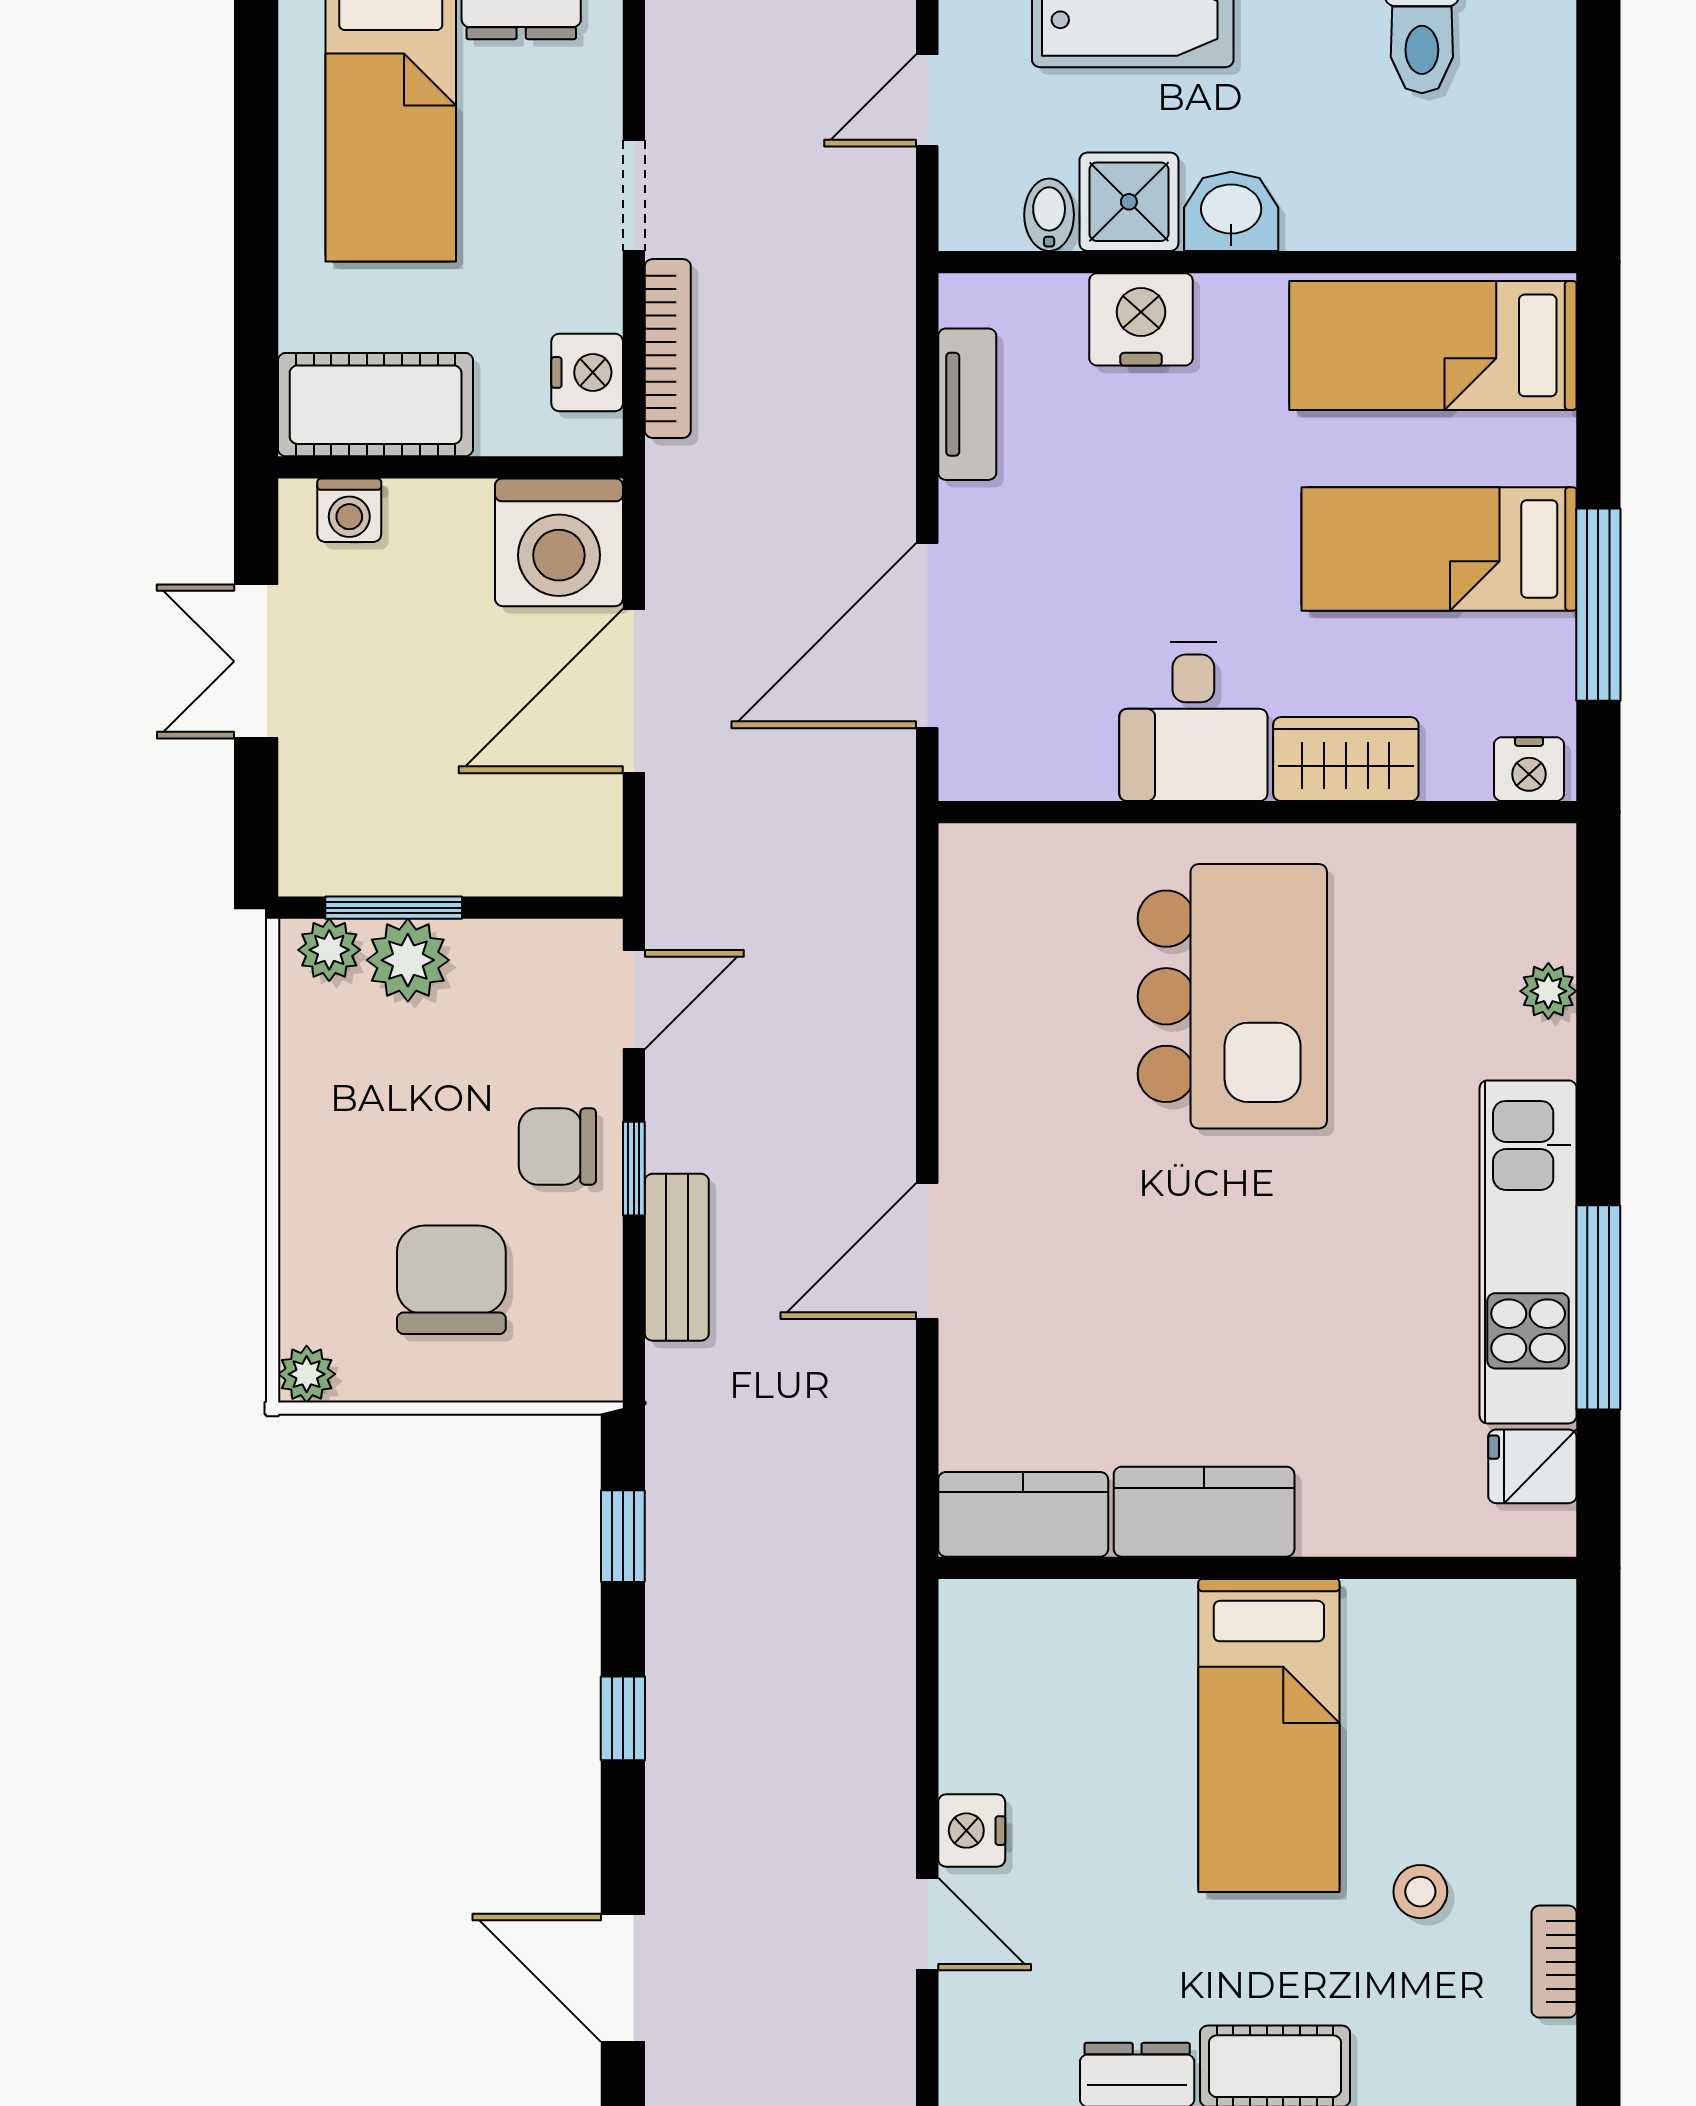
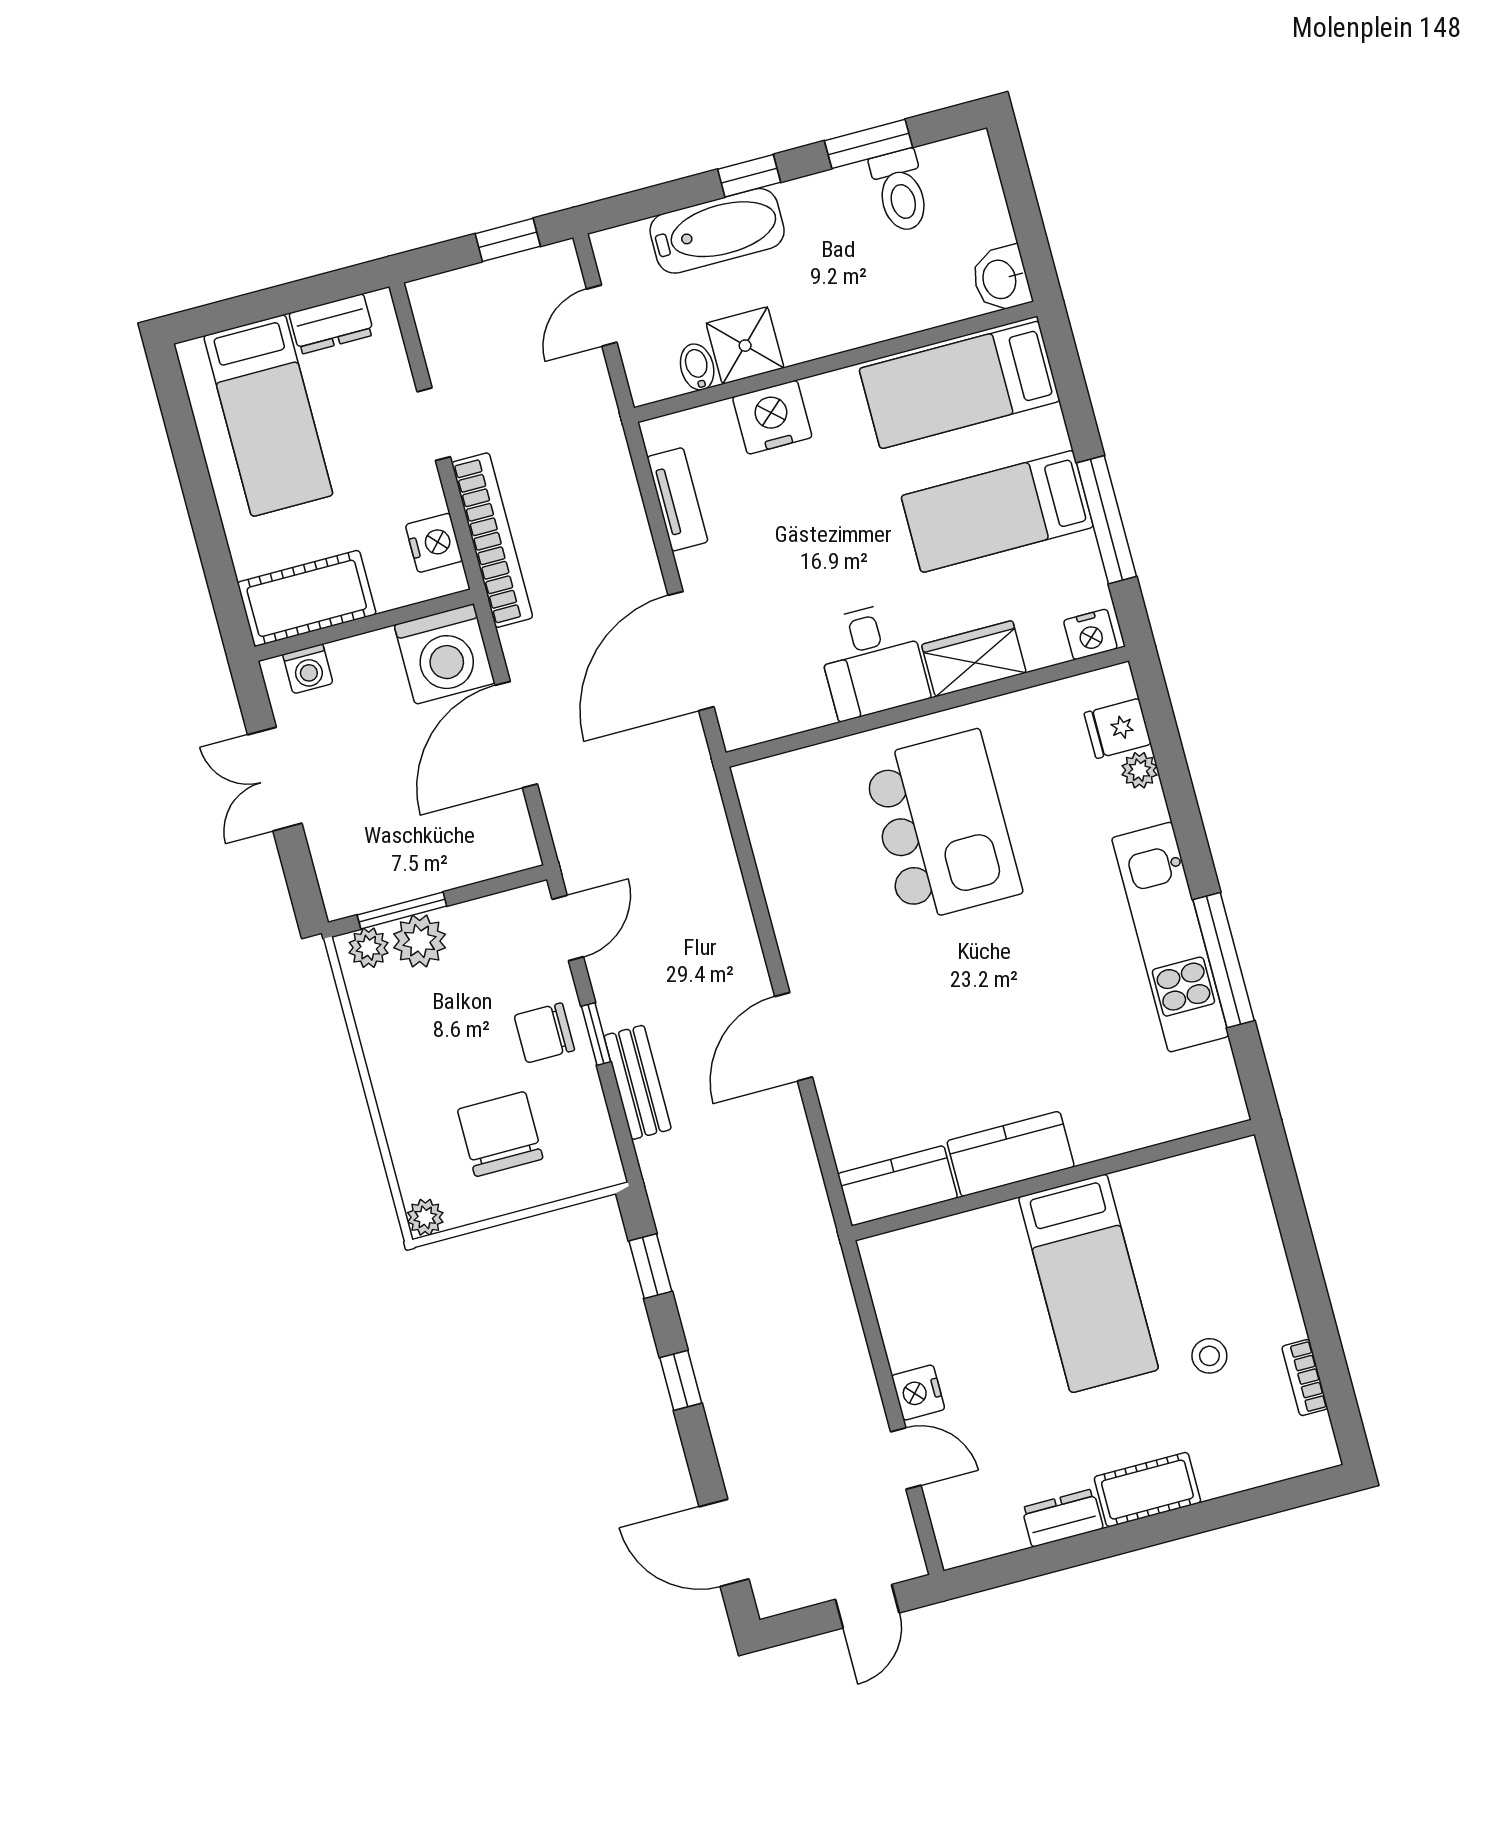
washbasin: (1231, 211) -> (1001, 279), moved, turned -90
bookcase: (668, 348) -> (492, 540), width x1.48, depth x1.31
fridge: (1532, 1466) -> (1118, 728), moved

